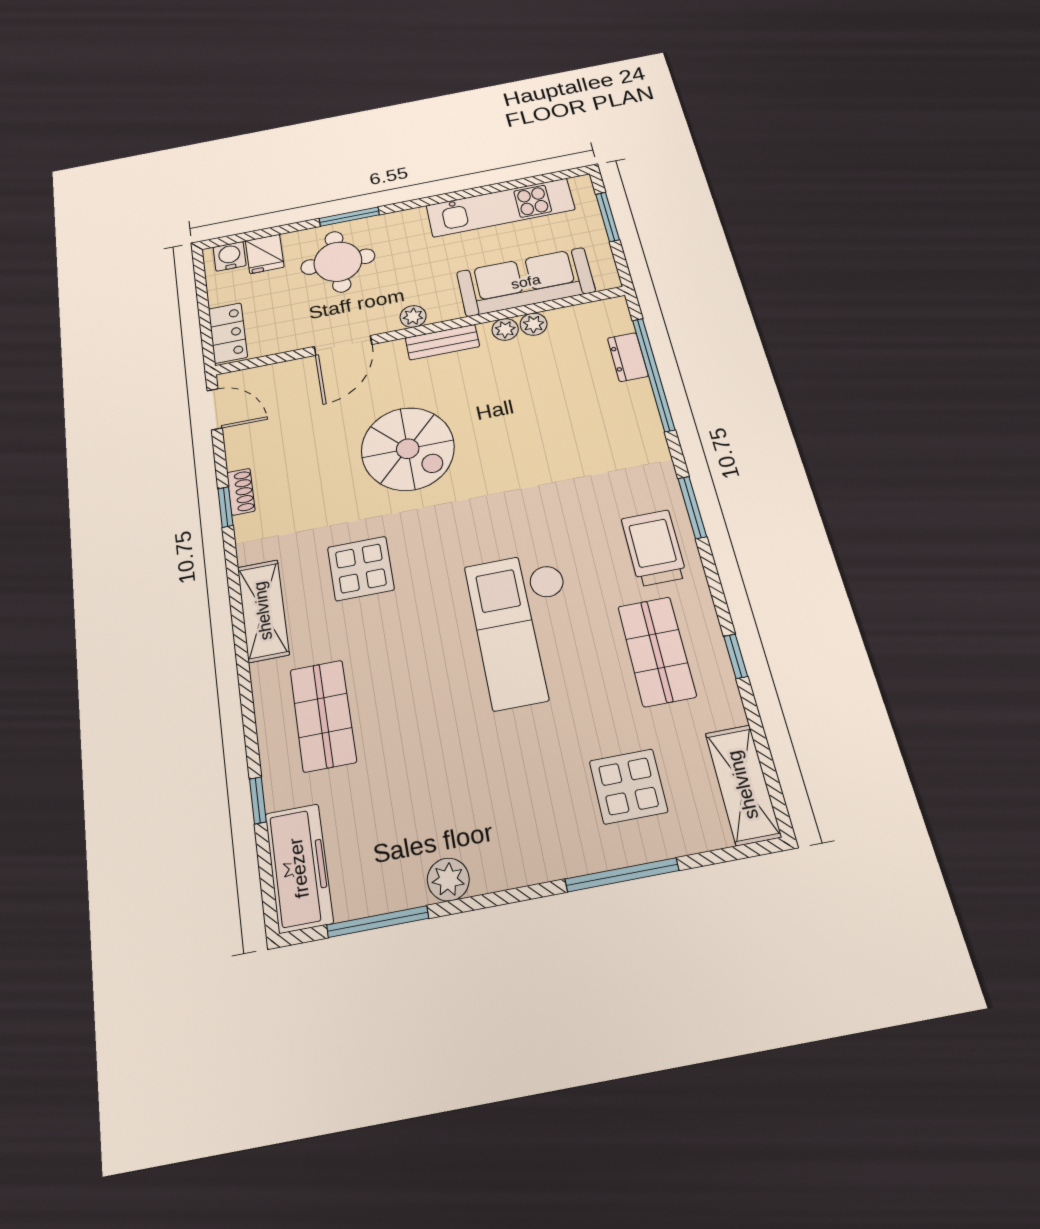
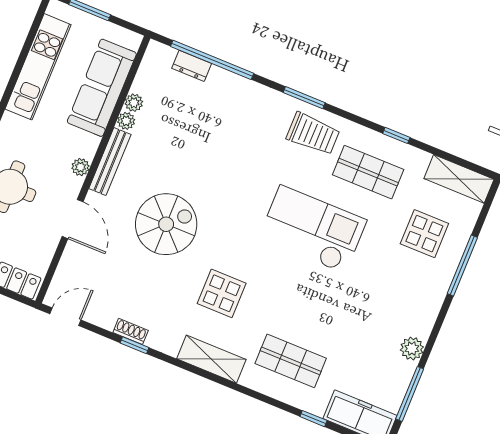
bench: (442, 342) -> (110, 162), width x1.36
trolley: (654, 548) -> (313, 134), turned 180
checkout: (526, 629) -> (313, 229), turned 180

